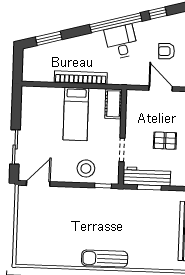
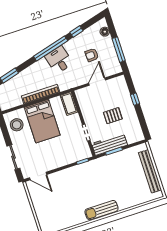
door: (161, 88) -> (97, 82), hinge flipped
bed: (76, 114) -> (42, 121), width x1.50
stool: (86, 168) -> (17, 125), moved
door: (38, 184) -> (38, 176), swing flipped

